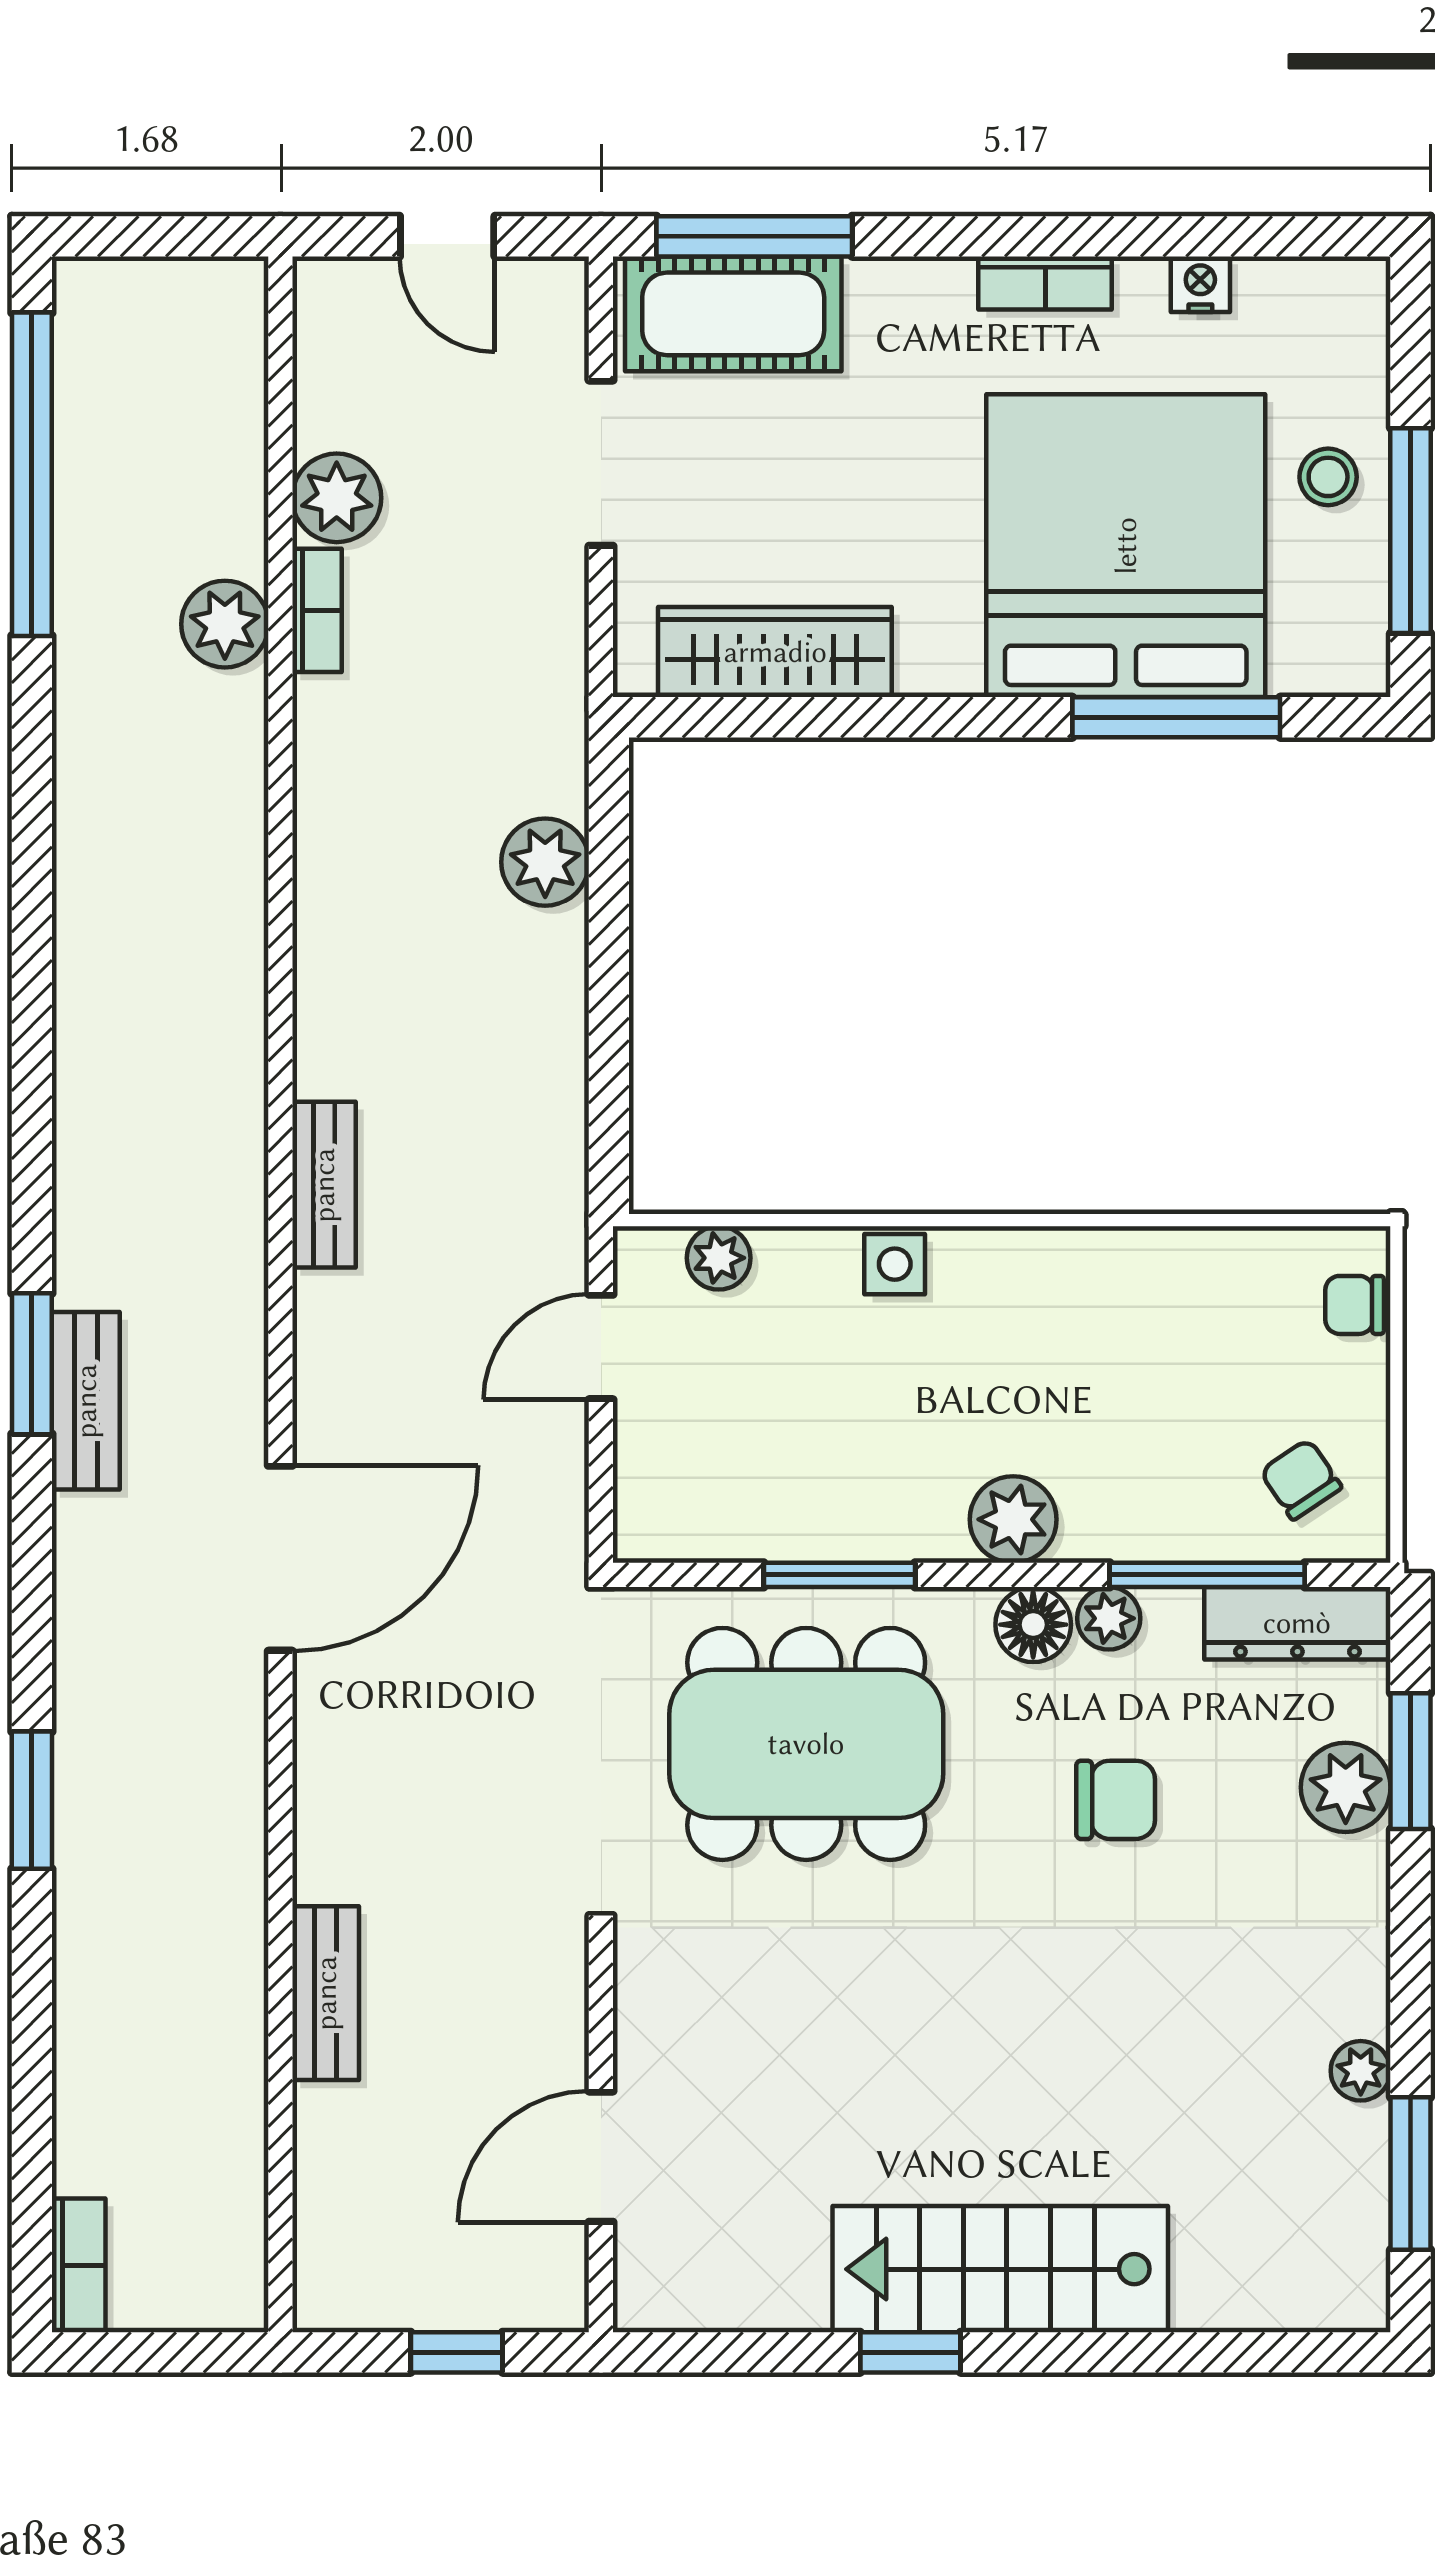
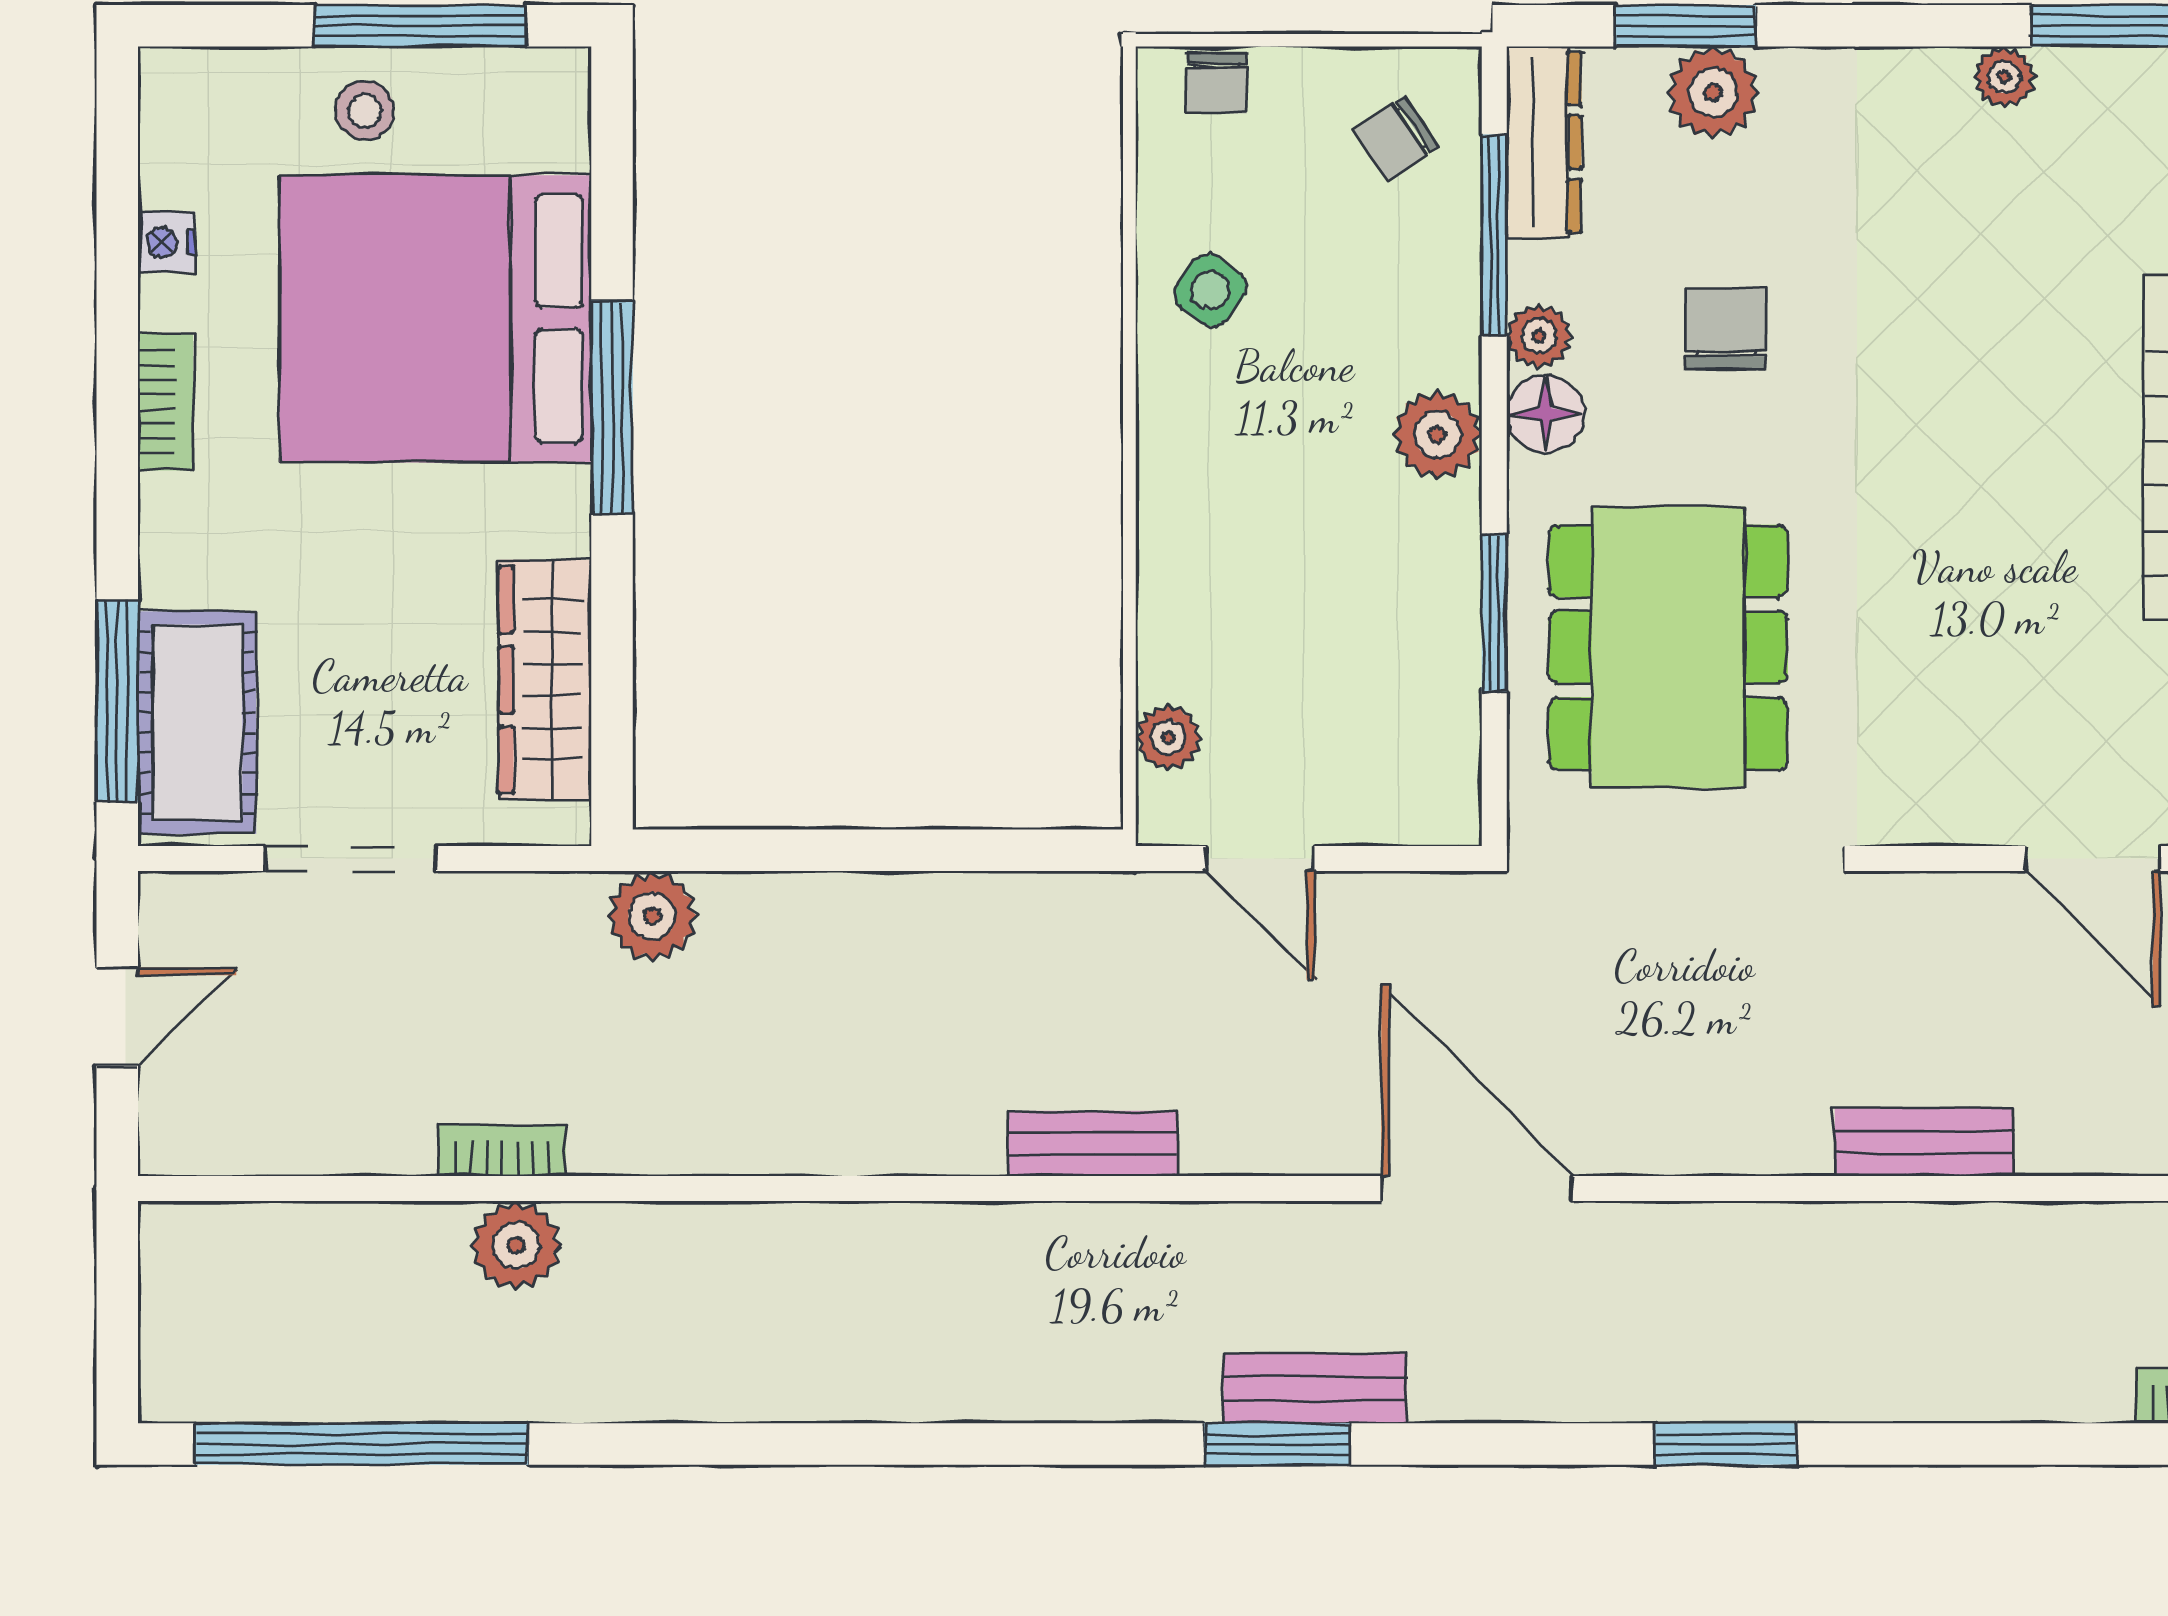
plant: (337, 498) -> (386, 1130), removed
window: (1176, 717) -> (612, 407), moved
plant: (545, 862) -> (652, 916), moved
side table: (895, 1264) -> (1210, 290), moved, turned 36

